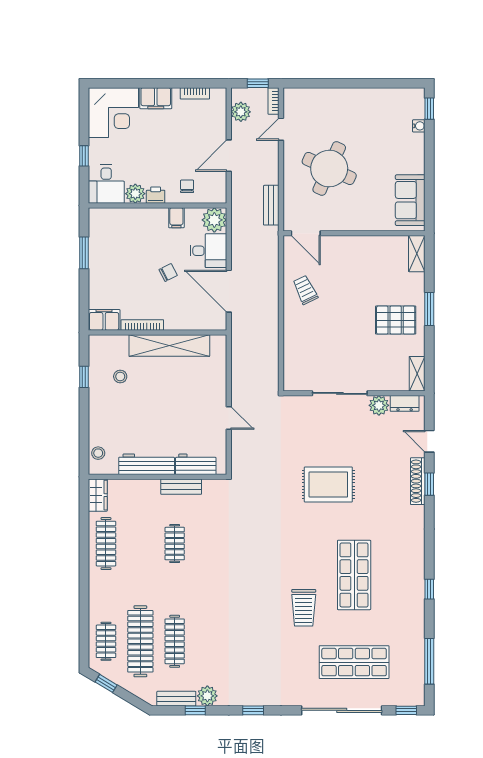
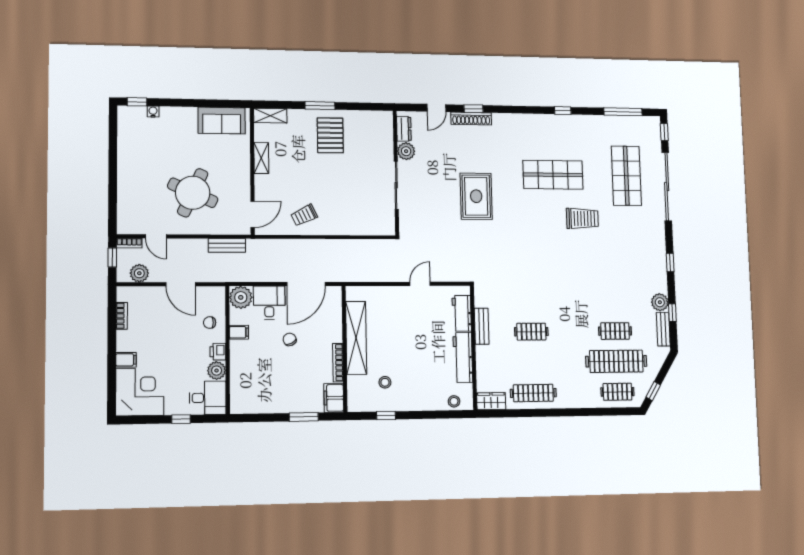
filing cabinet: (156, 98) -> (126, 360), width x0.50
window: (84, 253) -> (304, 417), moved
shelving: (417, 374) -> (261, 158), moved, turned 90
clothes rail: (175, 641) -> (615, 331), width x0.73

